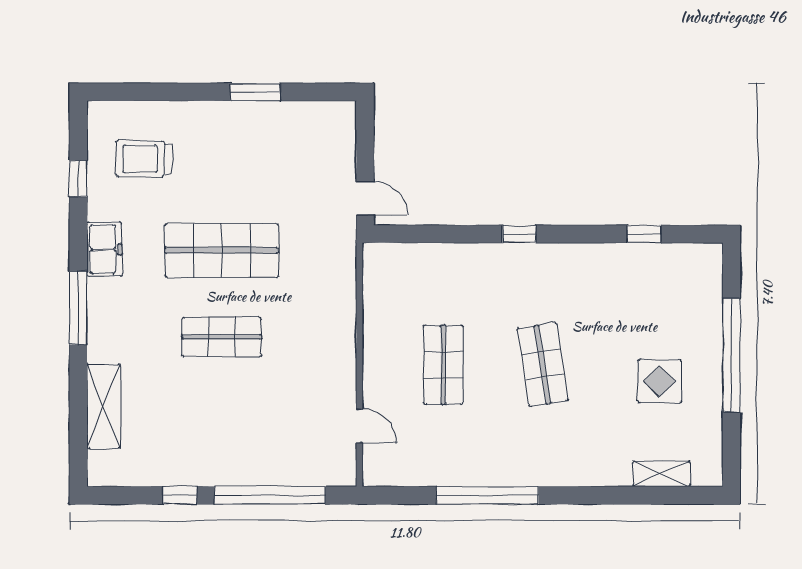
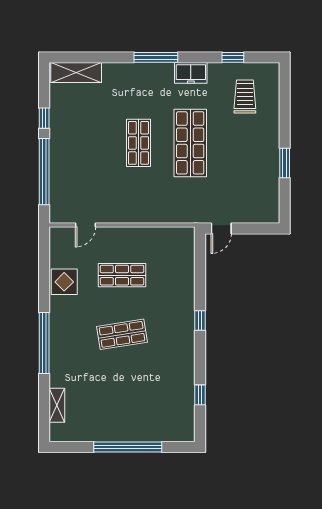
display table: (660, 381) -> (64, 282), moved
shelving: (104, 406) -> (76, 72), moved
window: (487, 495) -> (44, 343), moved

